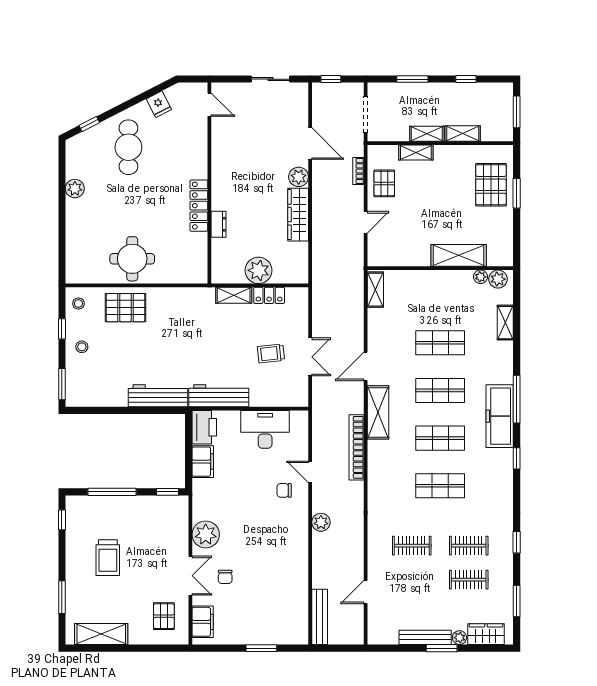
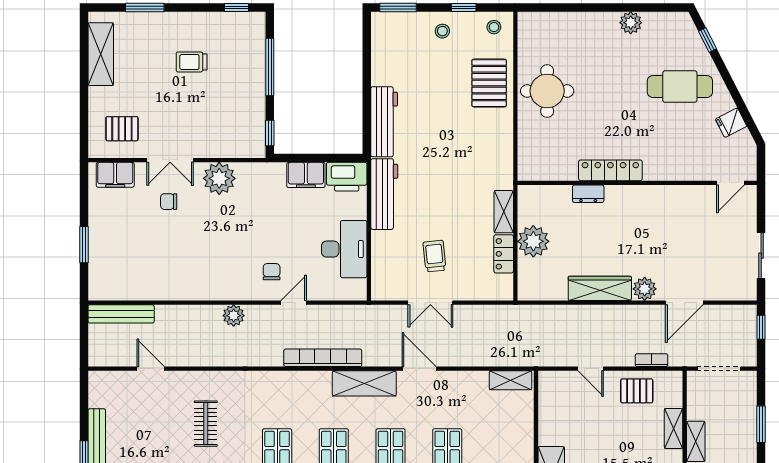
trolley: (108, 558) -> (192, 62), width x0.73, depth x0.72

